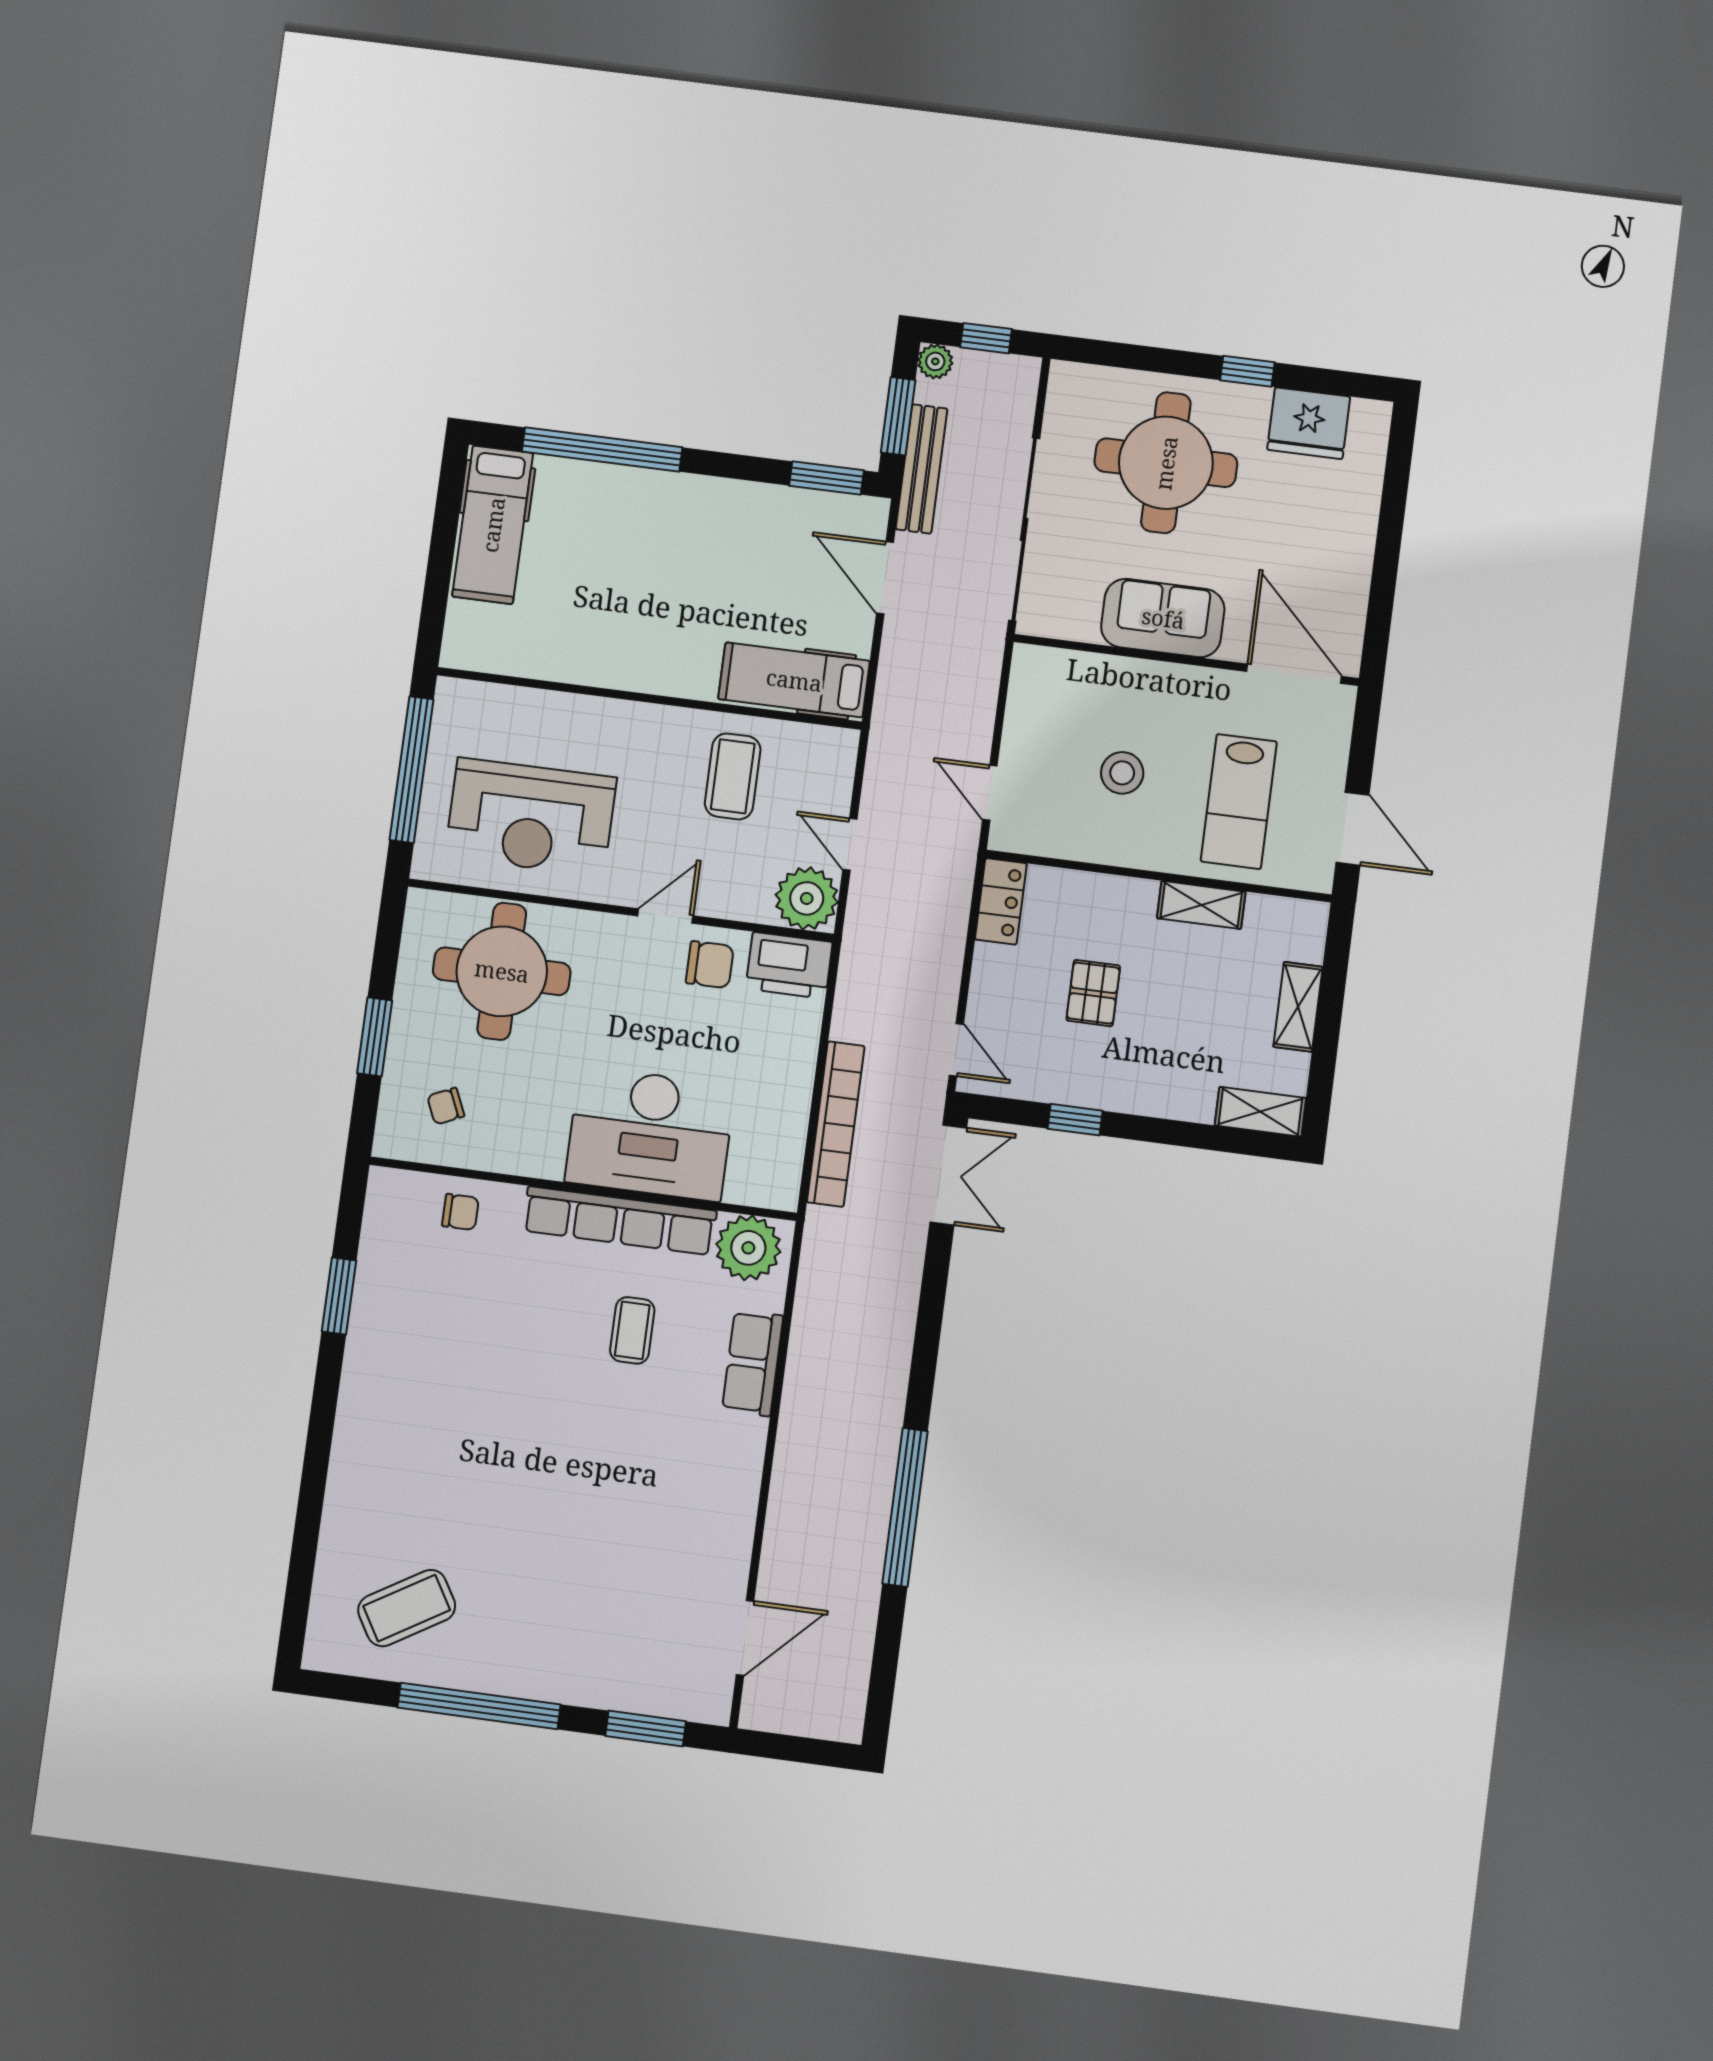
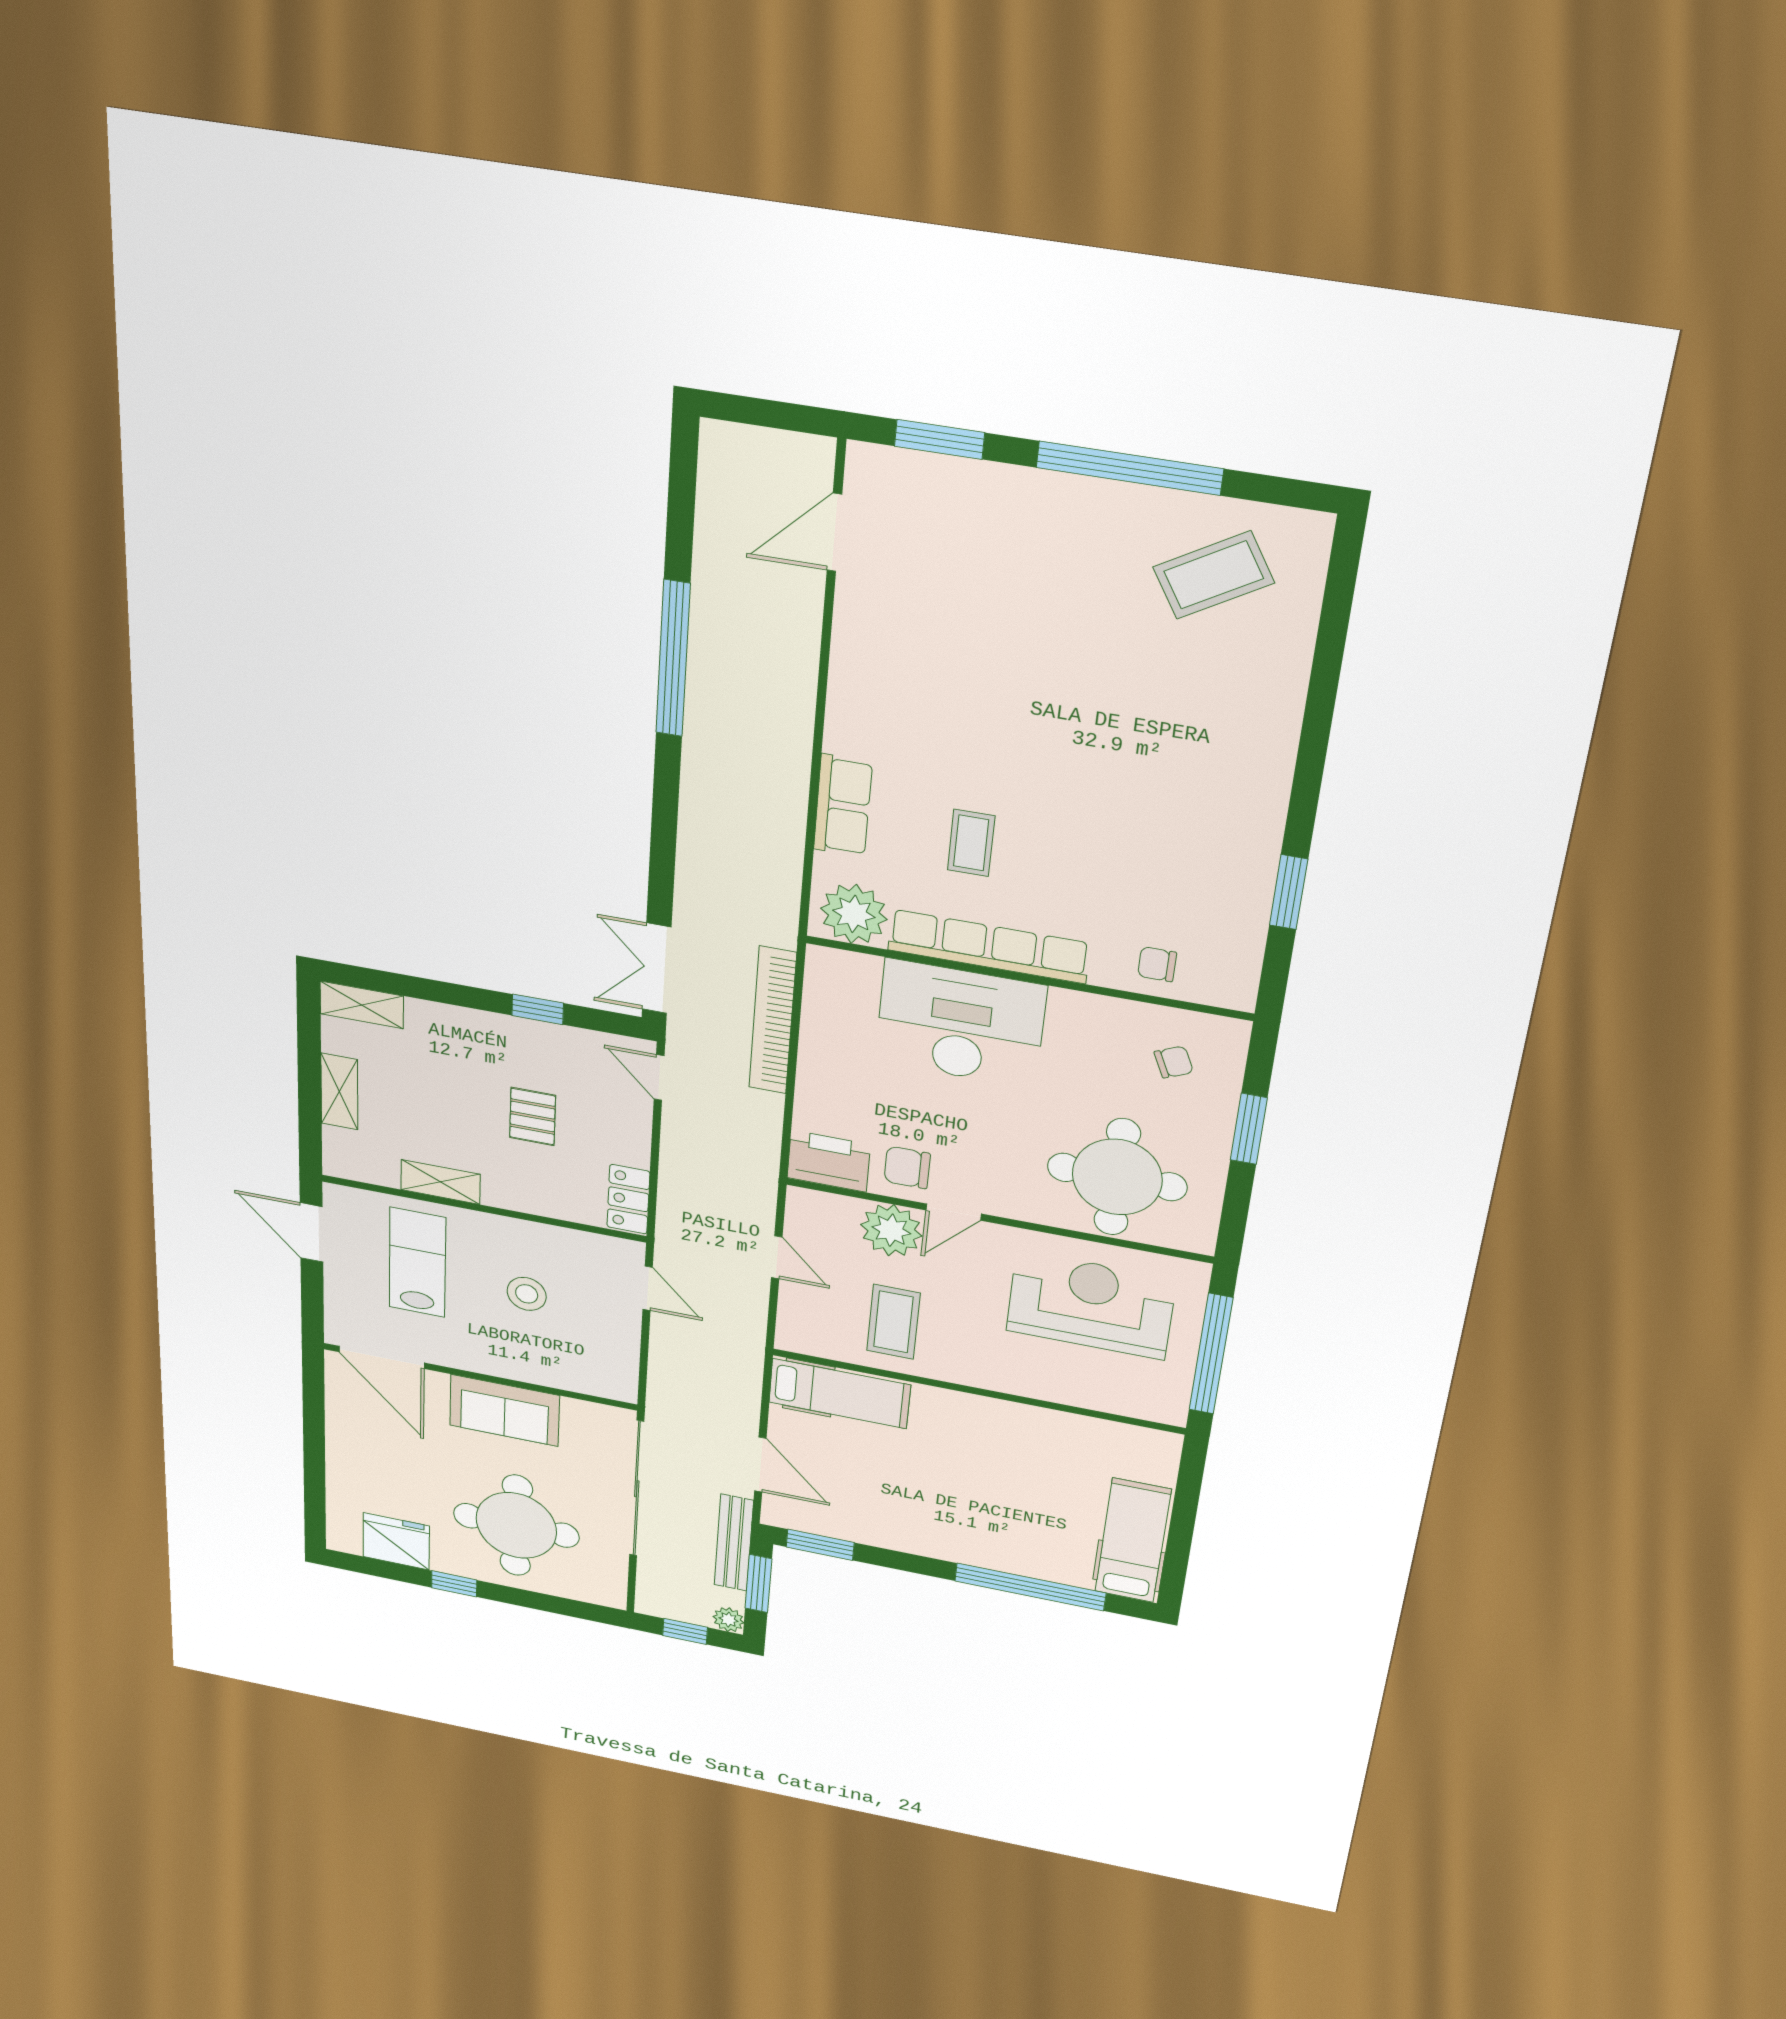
plant: (807, 898) -> (891, 1230), moved

